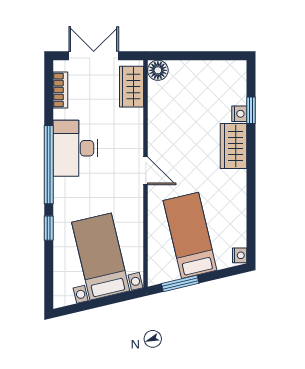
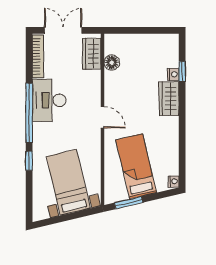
floor lamp: (158, 70) -> (112, 63), moved
bookcase: (60, 90) -> (38, 56), width x1.56

